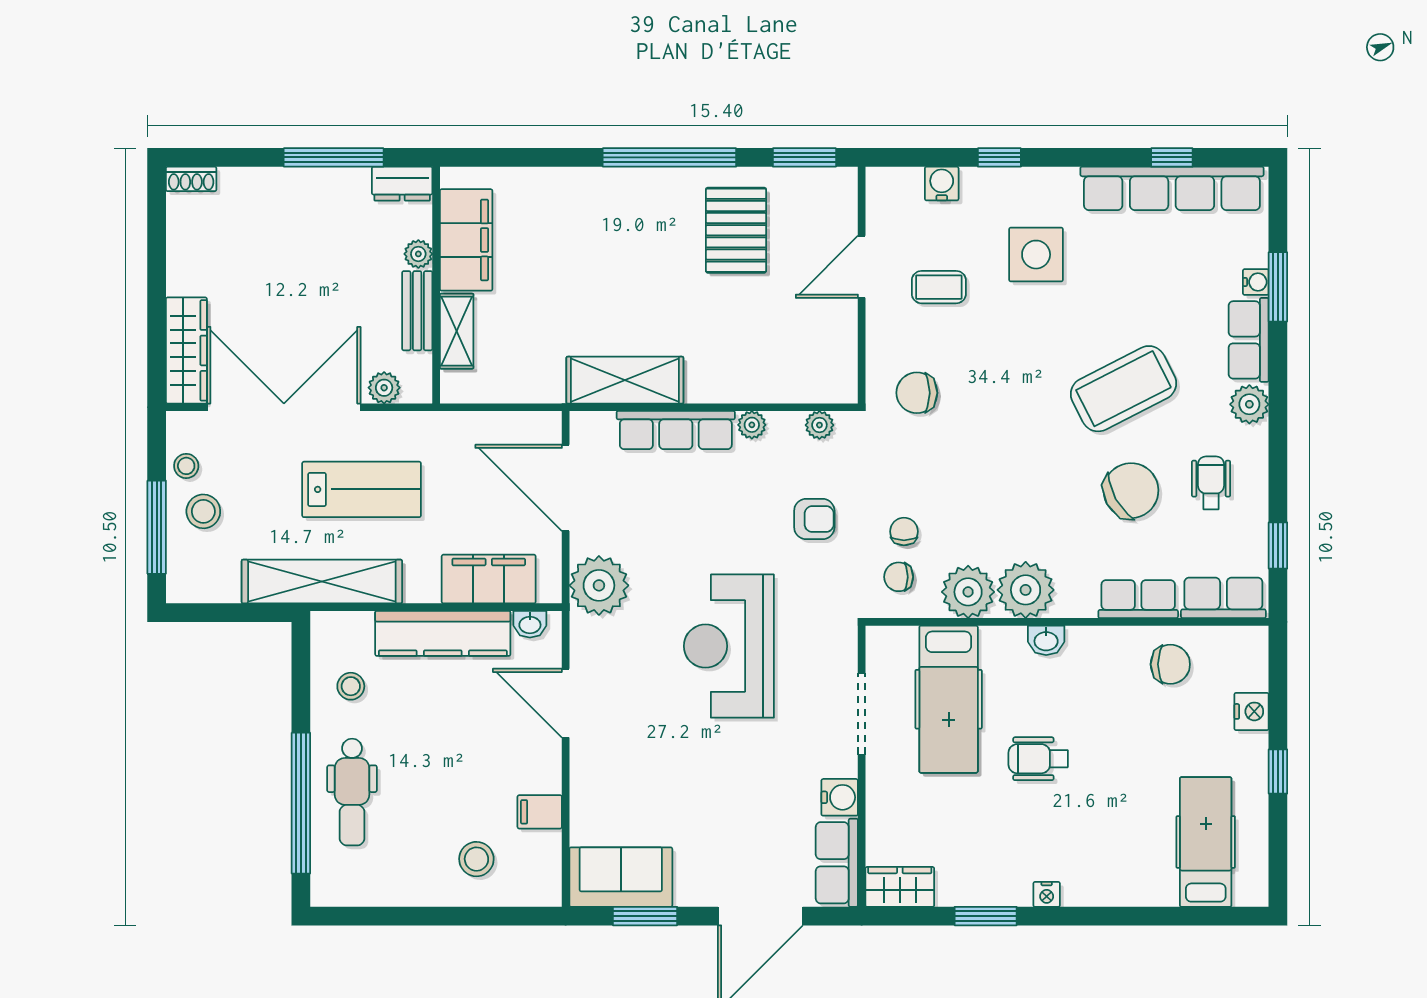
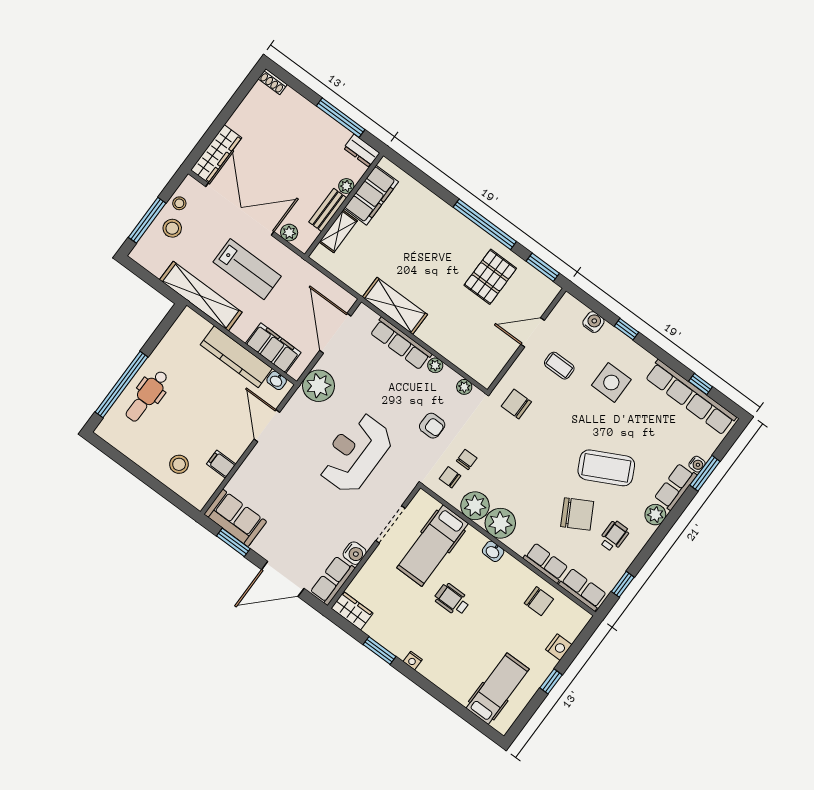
stool: (351, 686) -> (180, 350), removed

